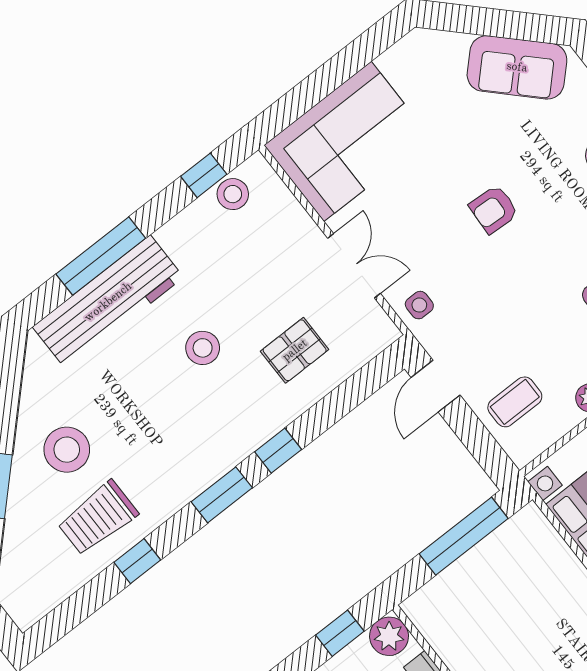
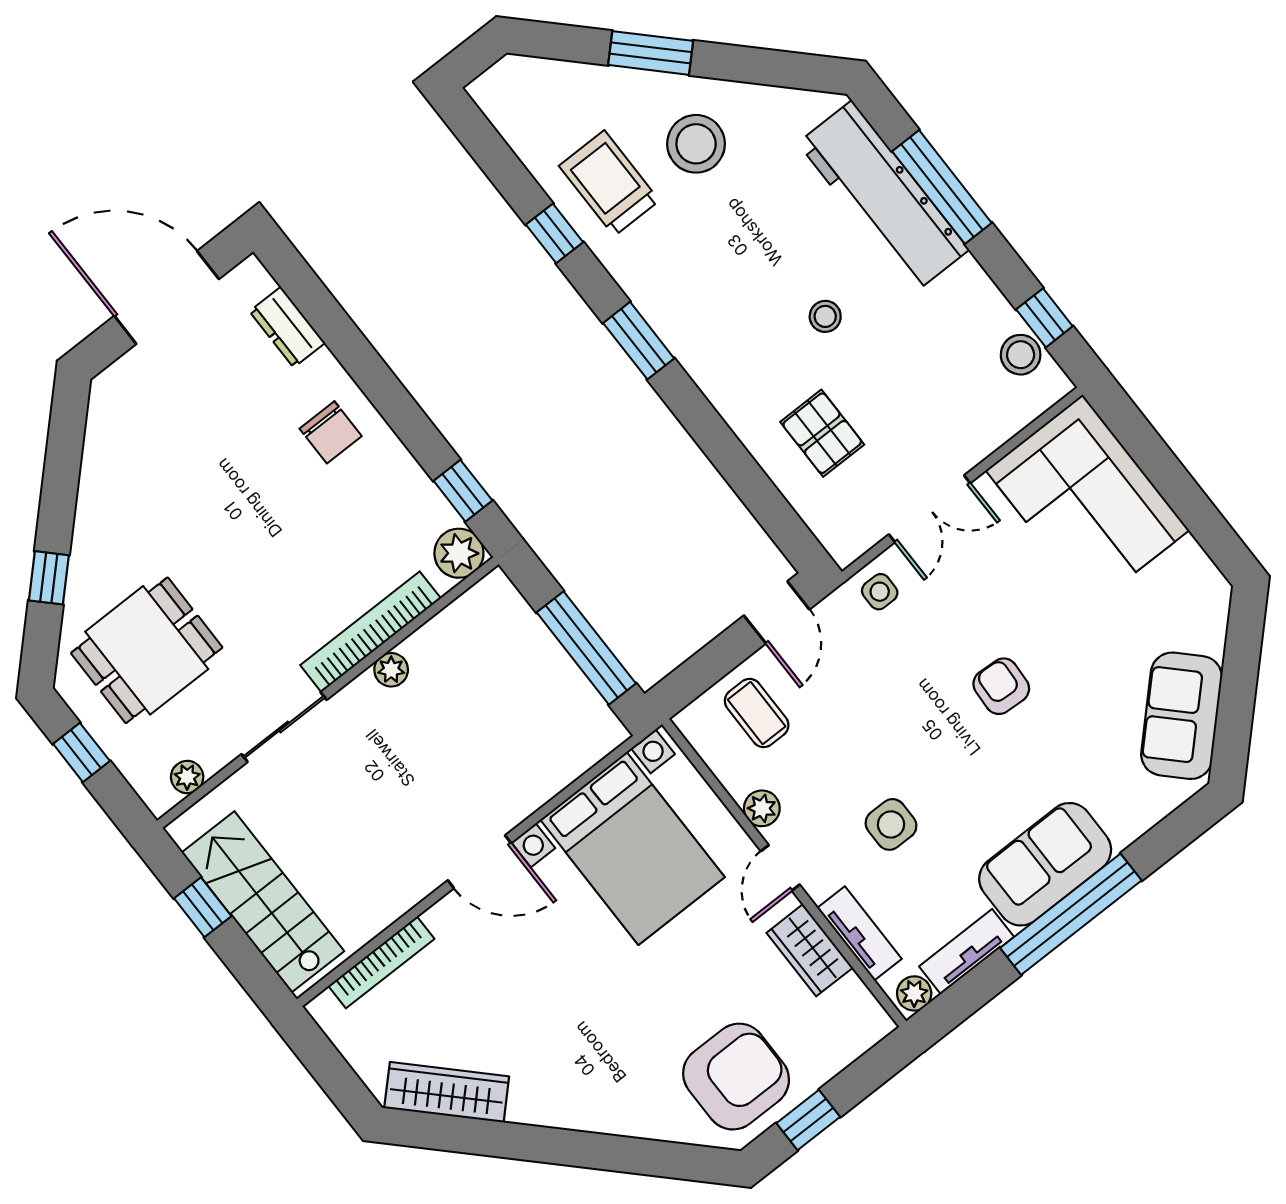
stool: (203, 348) -> (825, 316), width x0.73, depth x0.73
door: (436, 386) -> (777, 612), swing flipped
window: (278, 451) -> (695, 412), removed

